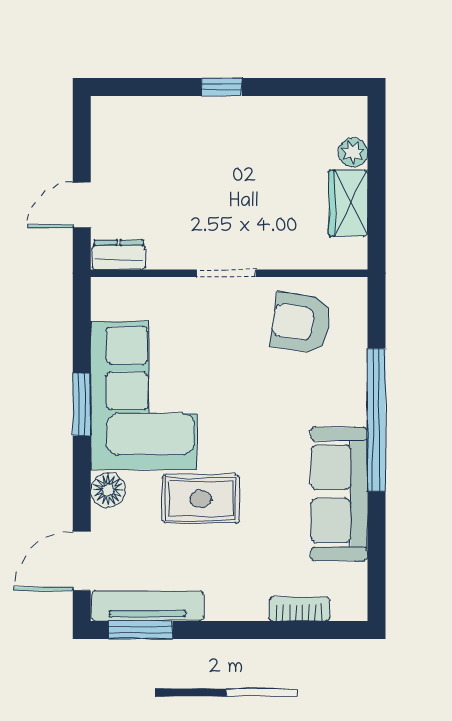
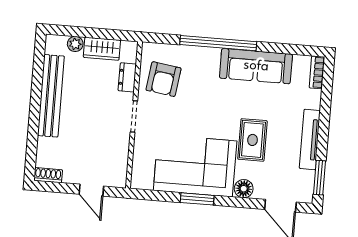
window: (222, 87) -> (35, 111), removed
bench: (252, 115) -> (51, 96), added
shoe rack: (103, 122) -> (48, 175), added
dresser: (119, 255) -> (127, 77), moved
tv unit: (147, 606) -> (310, 139), moved
bookcase: (299, 609) -> (317, 72), moved

